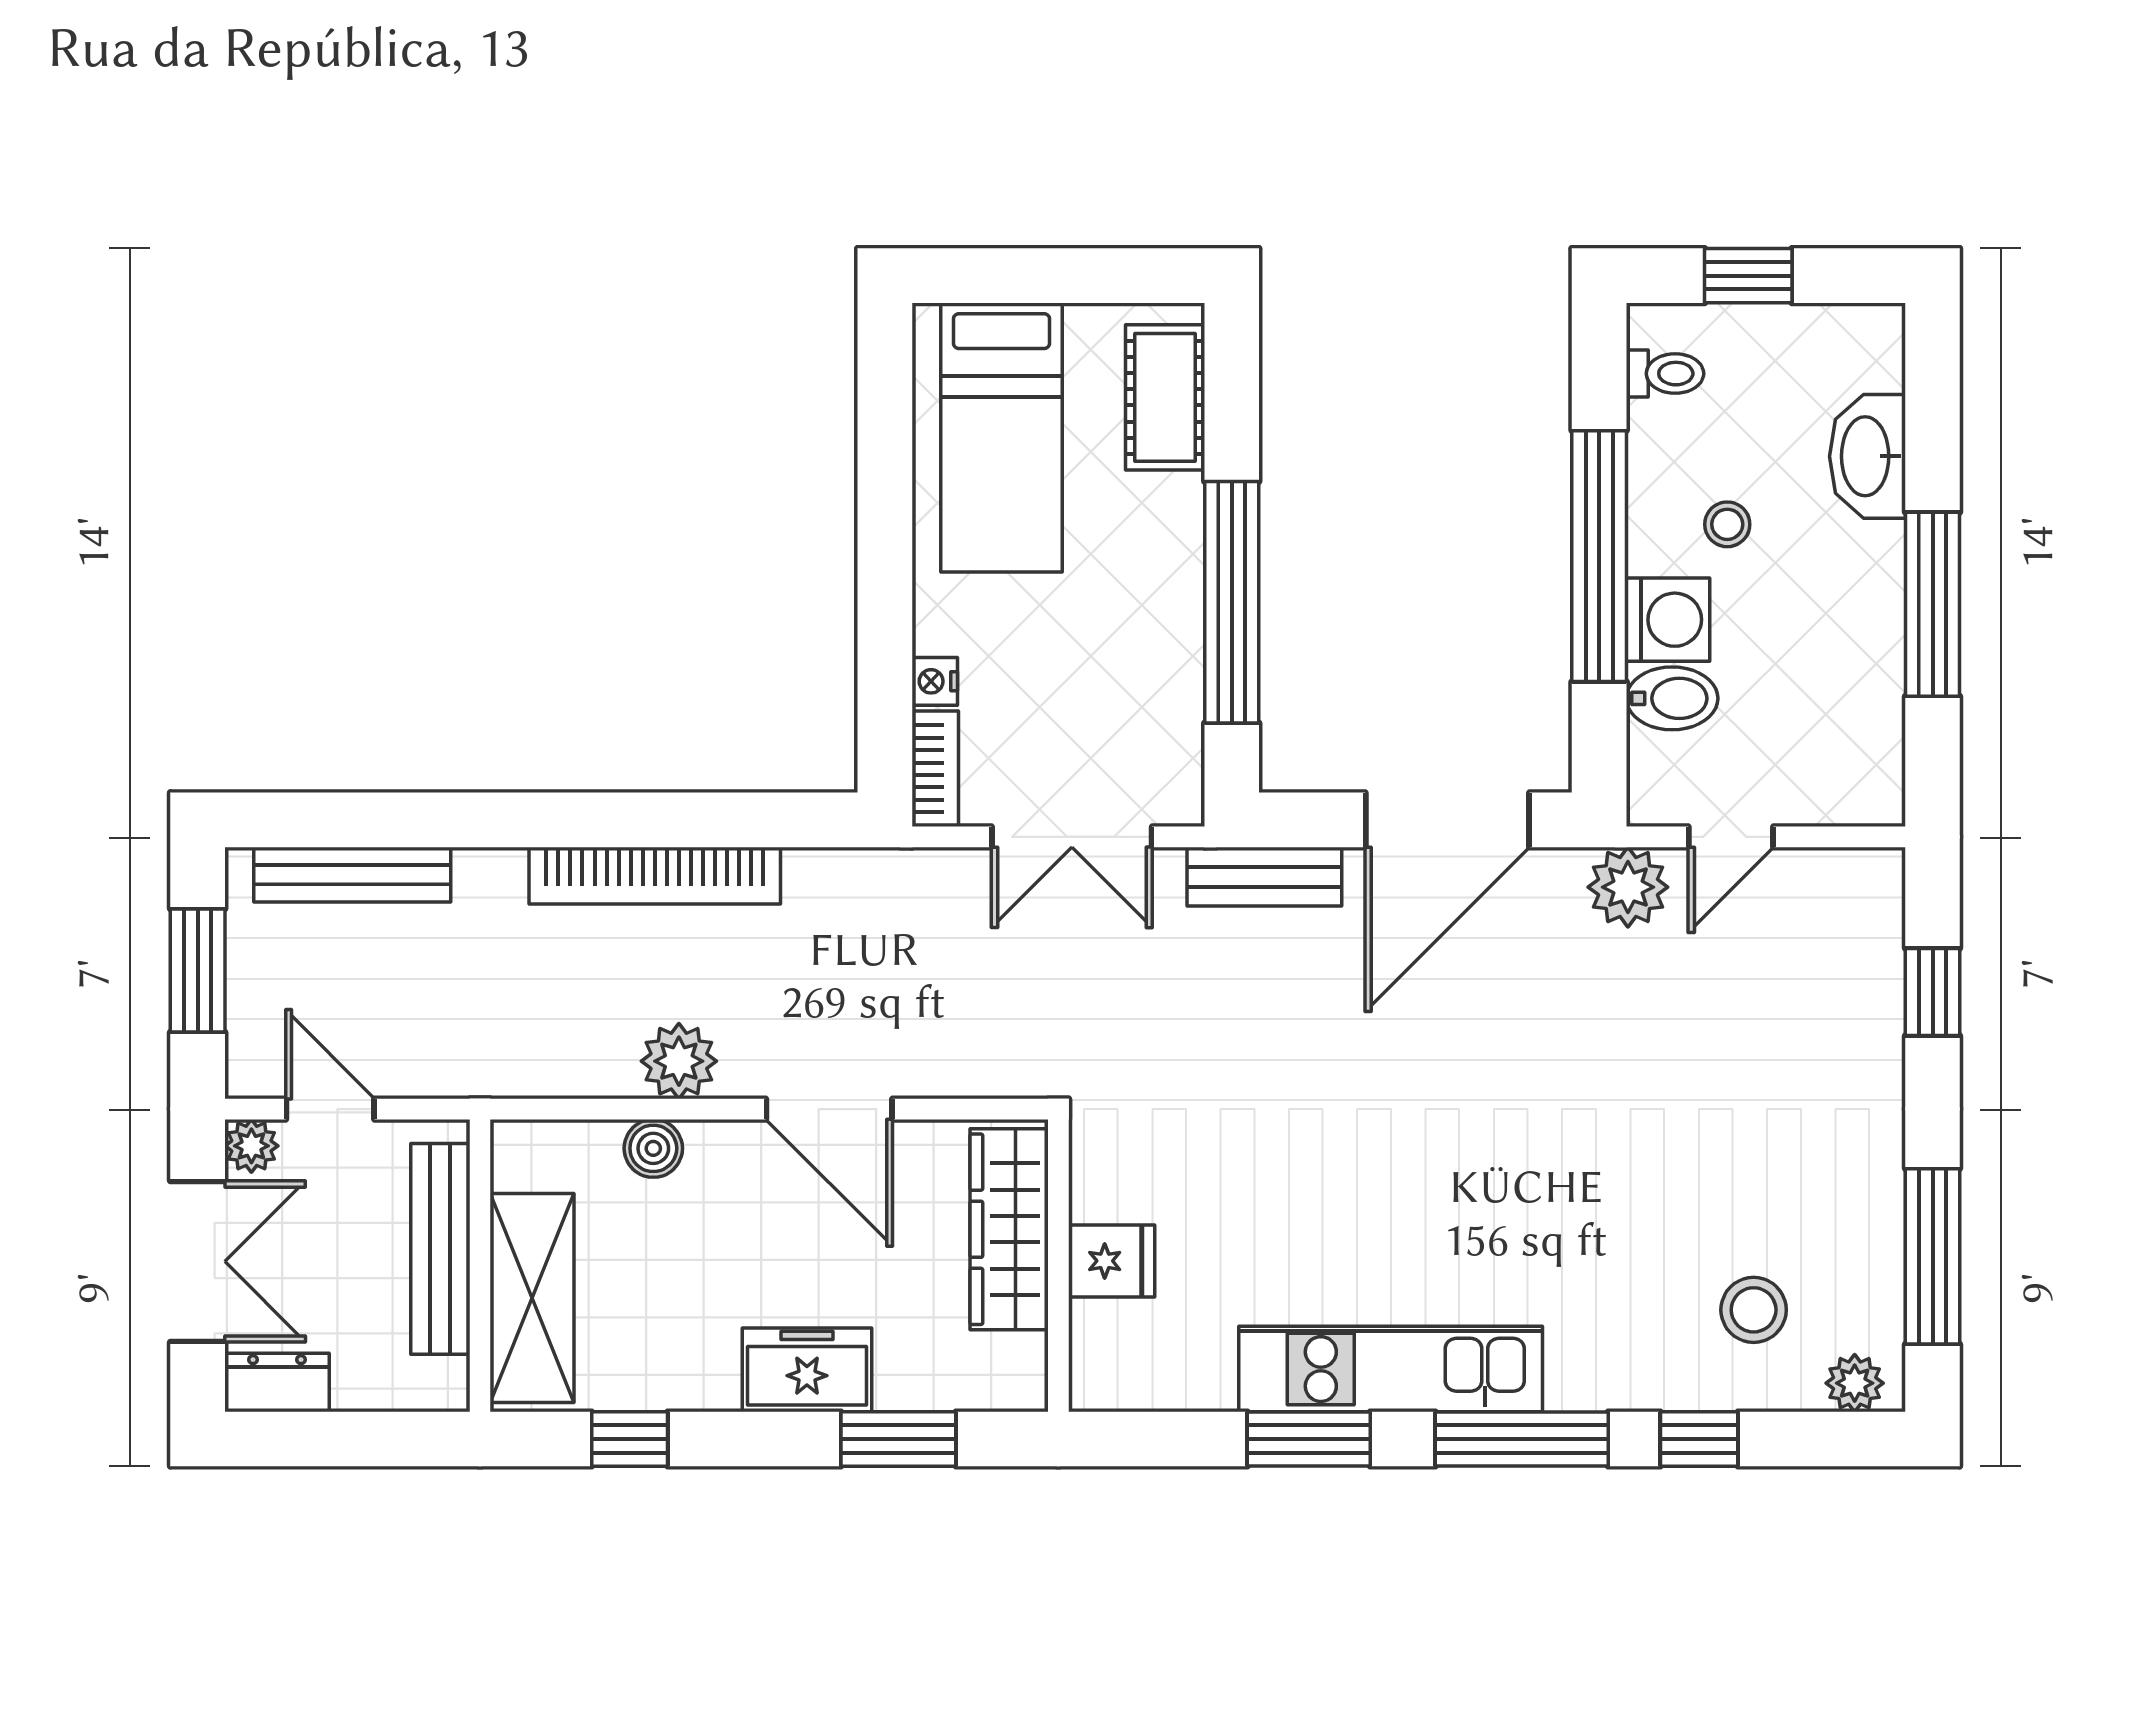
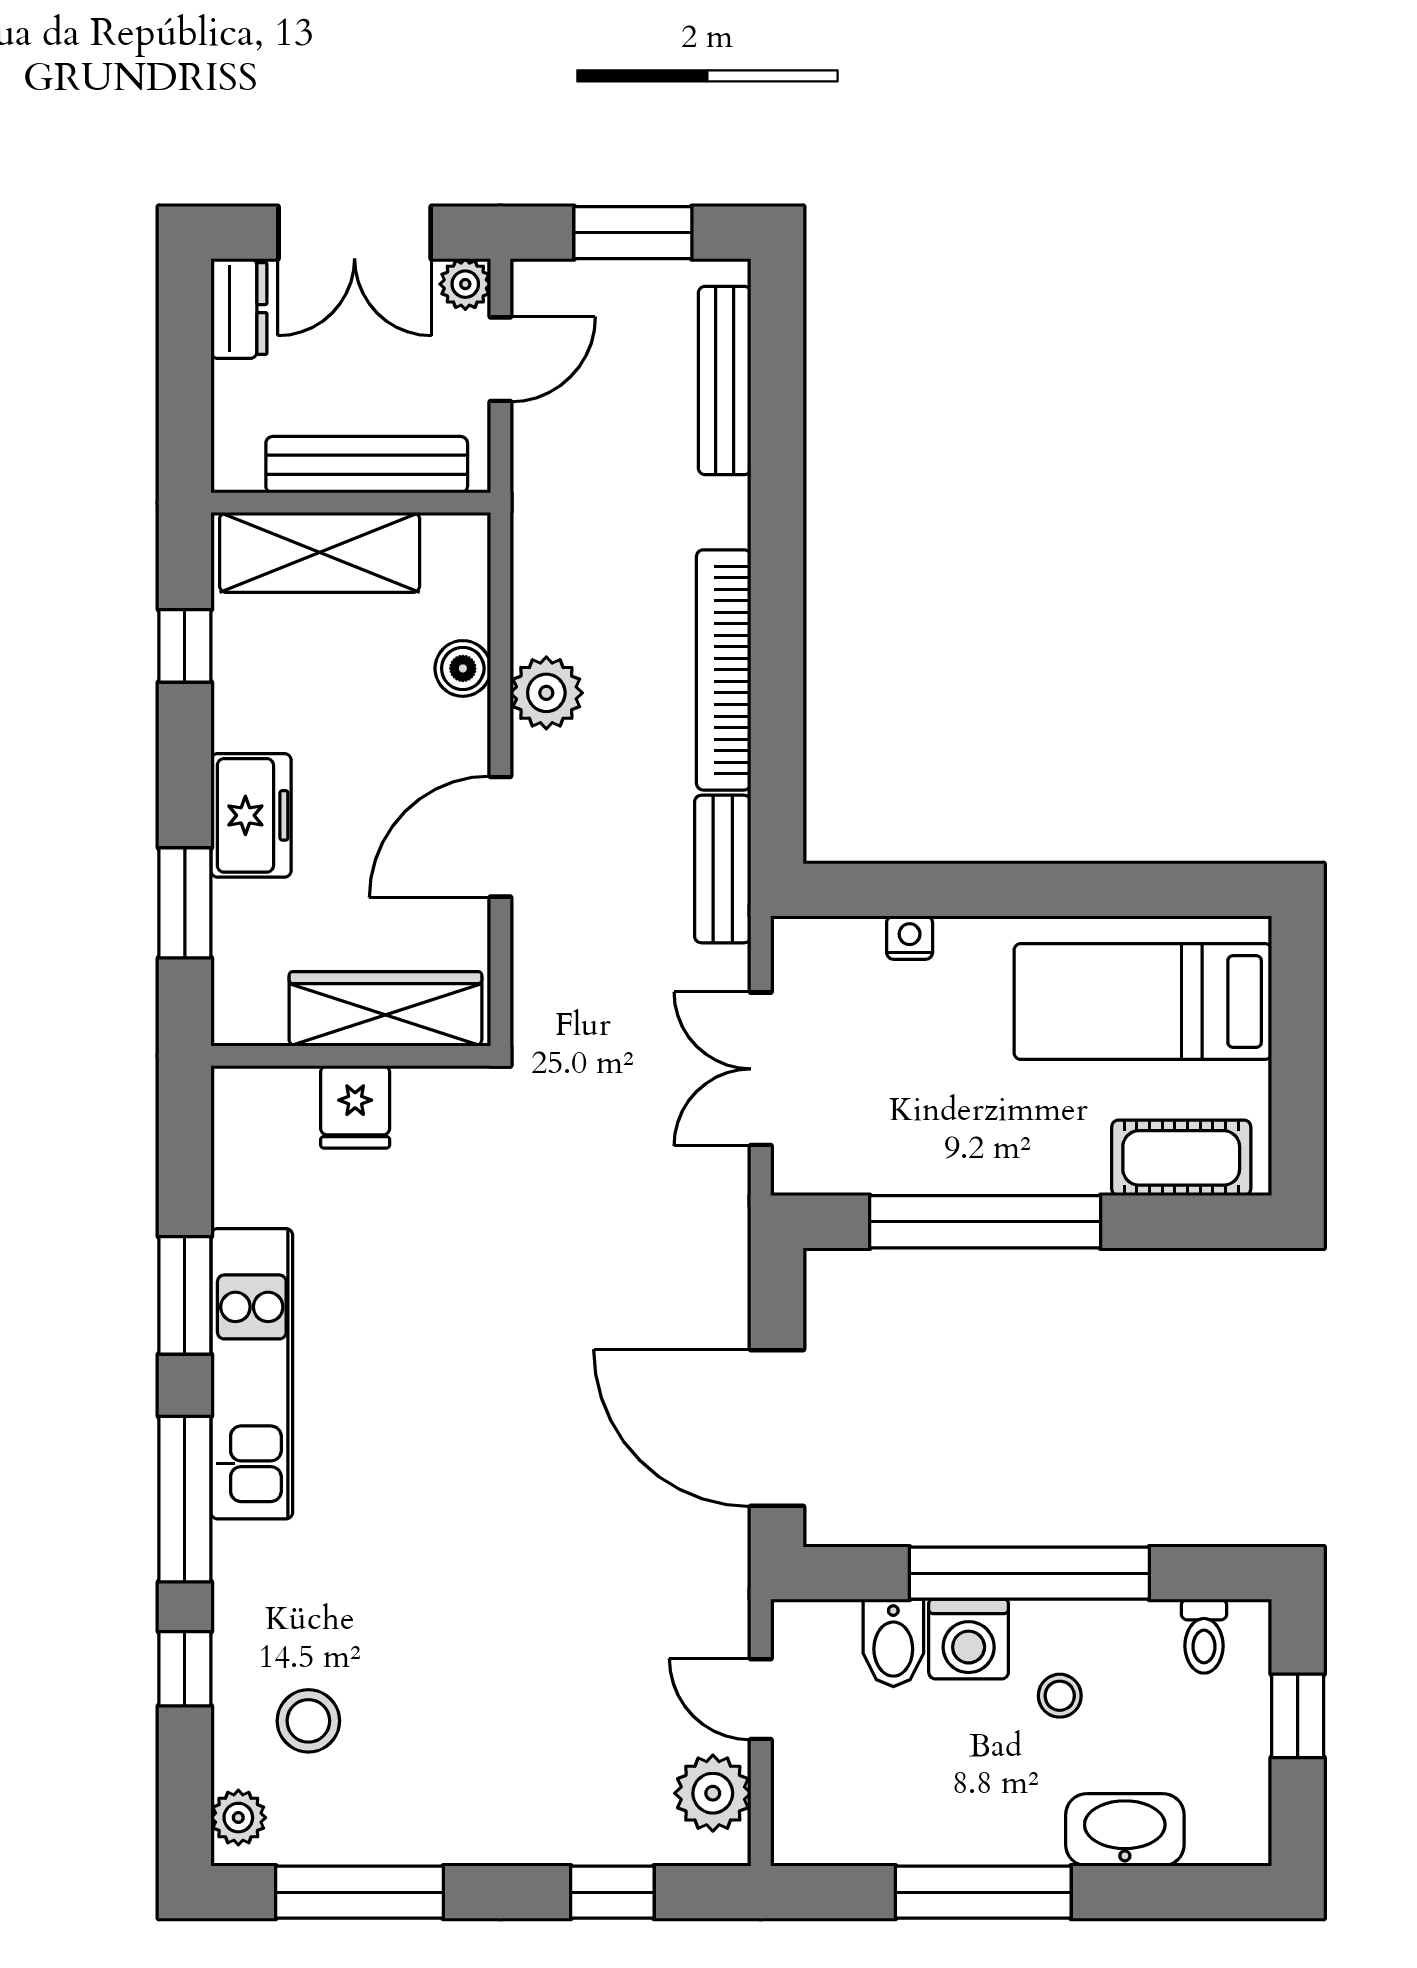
bookcase: (935, 769) -> (826, 938), removed
bench: (1264, 877) -> (723, 869), moved
plant: (1628, 887) -> (713, 1793), moved

